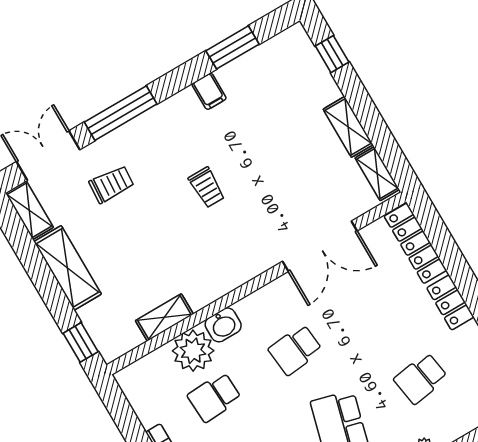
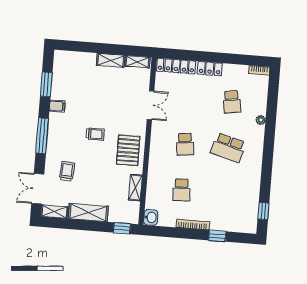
window: (332, 54) -> (77, 46), removed
window: (121, 113) -> (42, 136), moved
double door: (320, 246) -> (150, 105), width x0.73
pallet: (218, 262) -> (128, 150), added
washbasin: (223, 325) -> (151, 217), moved
plant: (193, 351) -> (157, 185), removed

